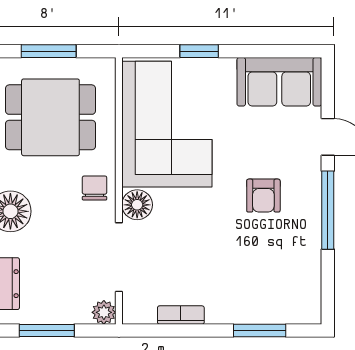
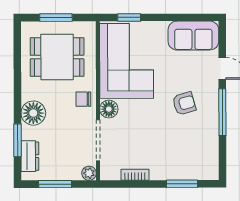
window: (199, 51) -> (129, 17), moved
chair: (95, 188) -> (83, 99), turned -90
armchair: (263, 196) -> (184, 103), turned -106

